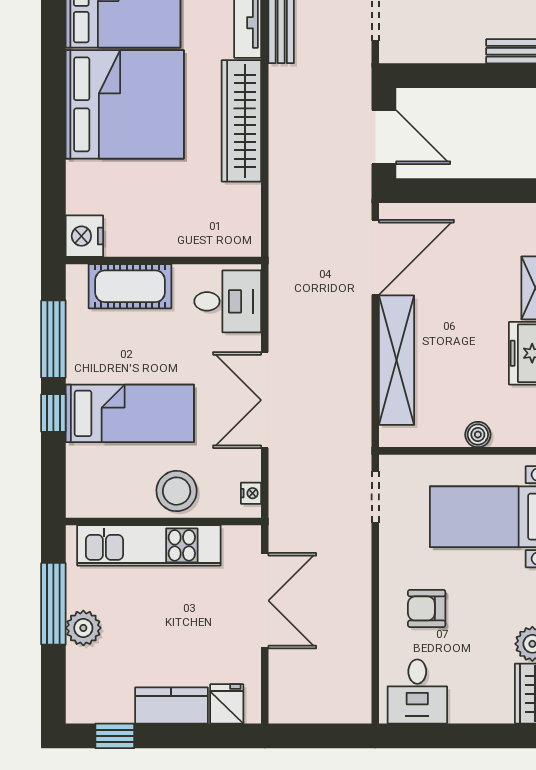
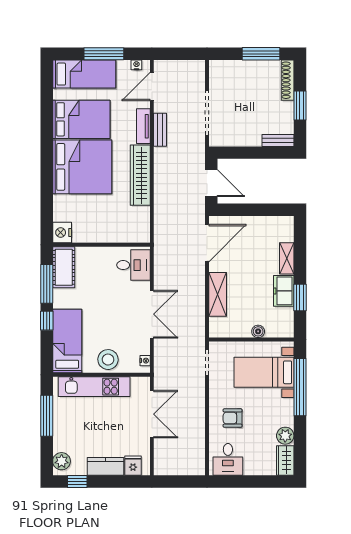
cot: (130, 286) -> (64, 267), moved, turned 90
shelving: (397, 360) -> (218, 294), width x0.68
double door: (265, 400) -> (152, 314), swing flipped
bed: (130, 413) -> (67, 341), moved, turned -90
plant: (83, 628) -> (62, 461), moved

